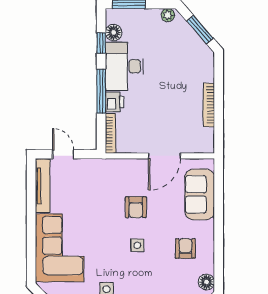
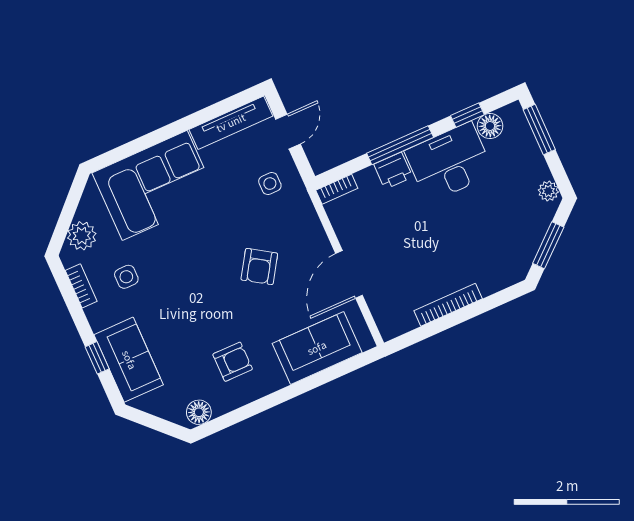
bookcase: (110, 133) -> (337, 189), width x0.64
door: (164, 156) -> (349, 274), hinge flipped
armchair: (136, 207) -> (259, 267), turned -57
side table: (137, 245) -> (270, 184), moved

